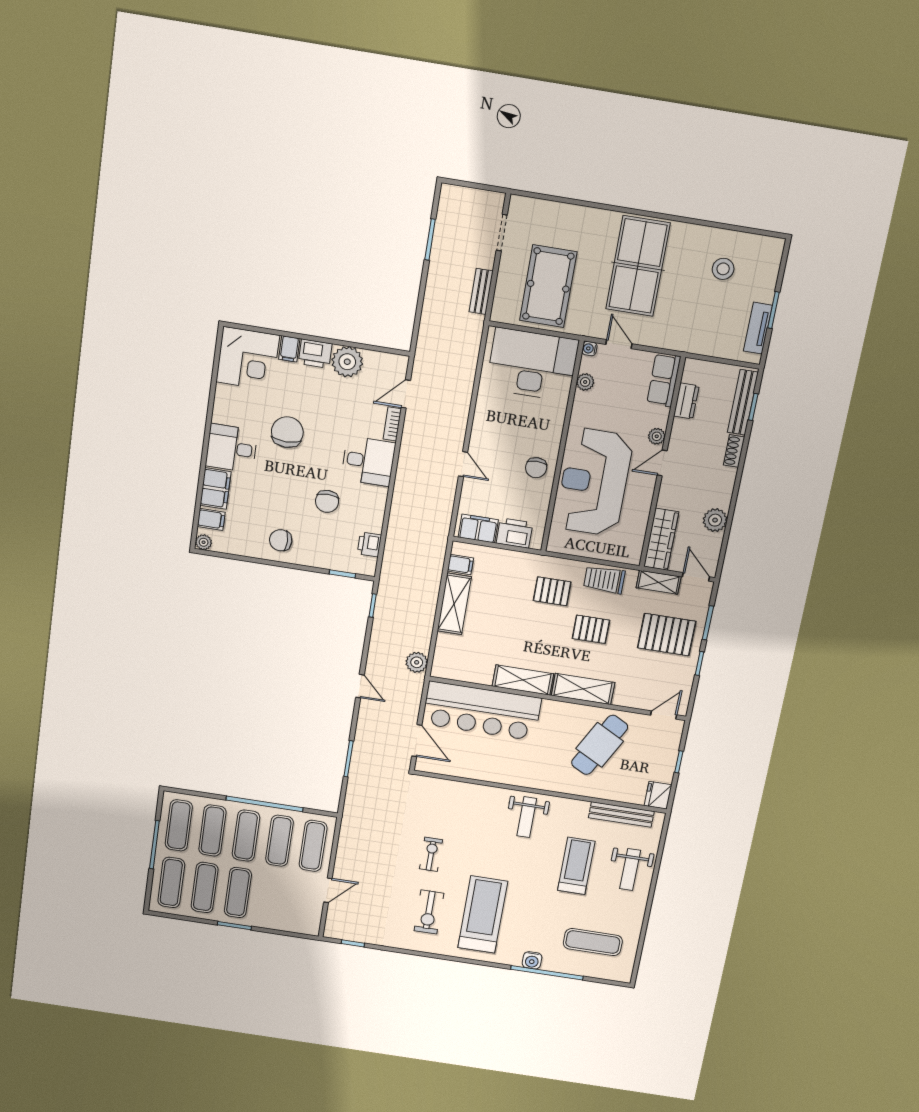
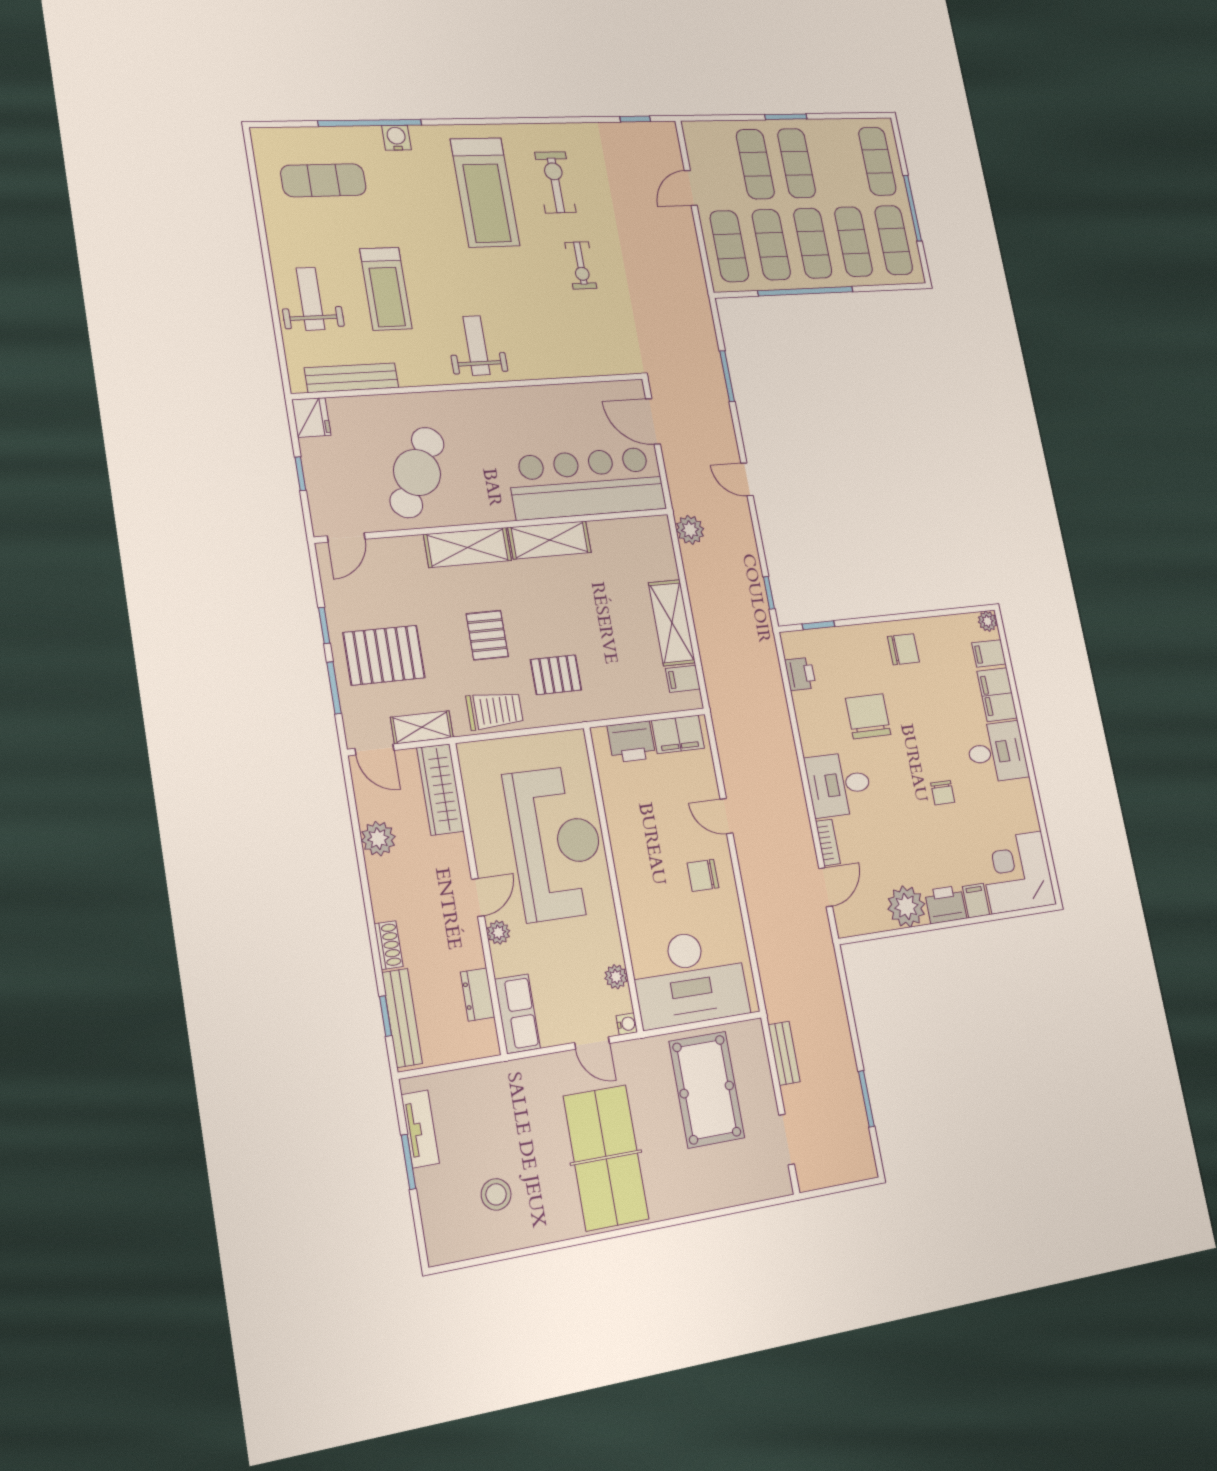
chair: (287, 432) -> (943, 793), width x0.54, depth x0.54
chair: (536, 468) -> (703, 875), moved, turned -90
chair: (327, 501) -> (868, 716), width x1.37, depth x1.37
pallet: (591, 629) -> (487, 635), turned 90
exercise mat: (205, 887) -> (755, 164), moved

